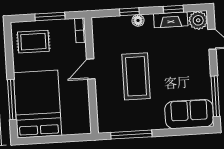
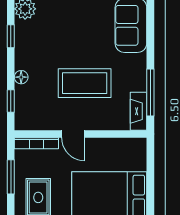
window: (129, 12) -> (11, 101), moved
fireplace: (171, 20) -> (139, 111), moved, turned 180
bookcase: (80, 30) -> (36, 143), width x1.56

